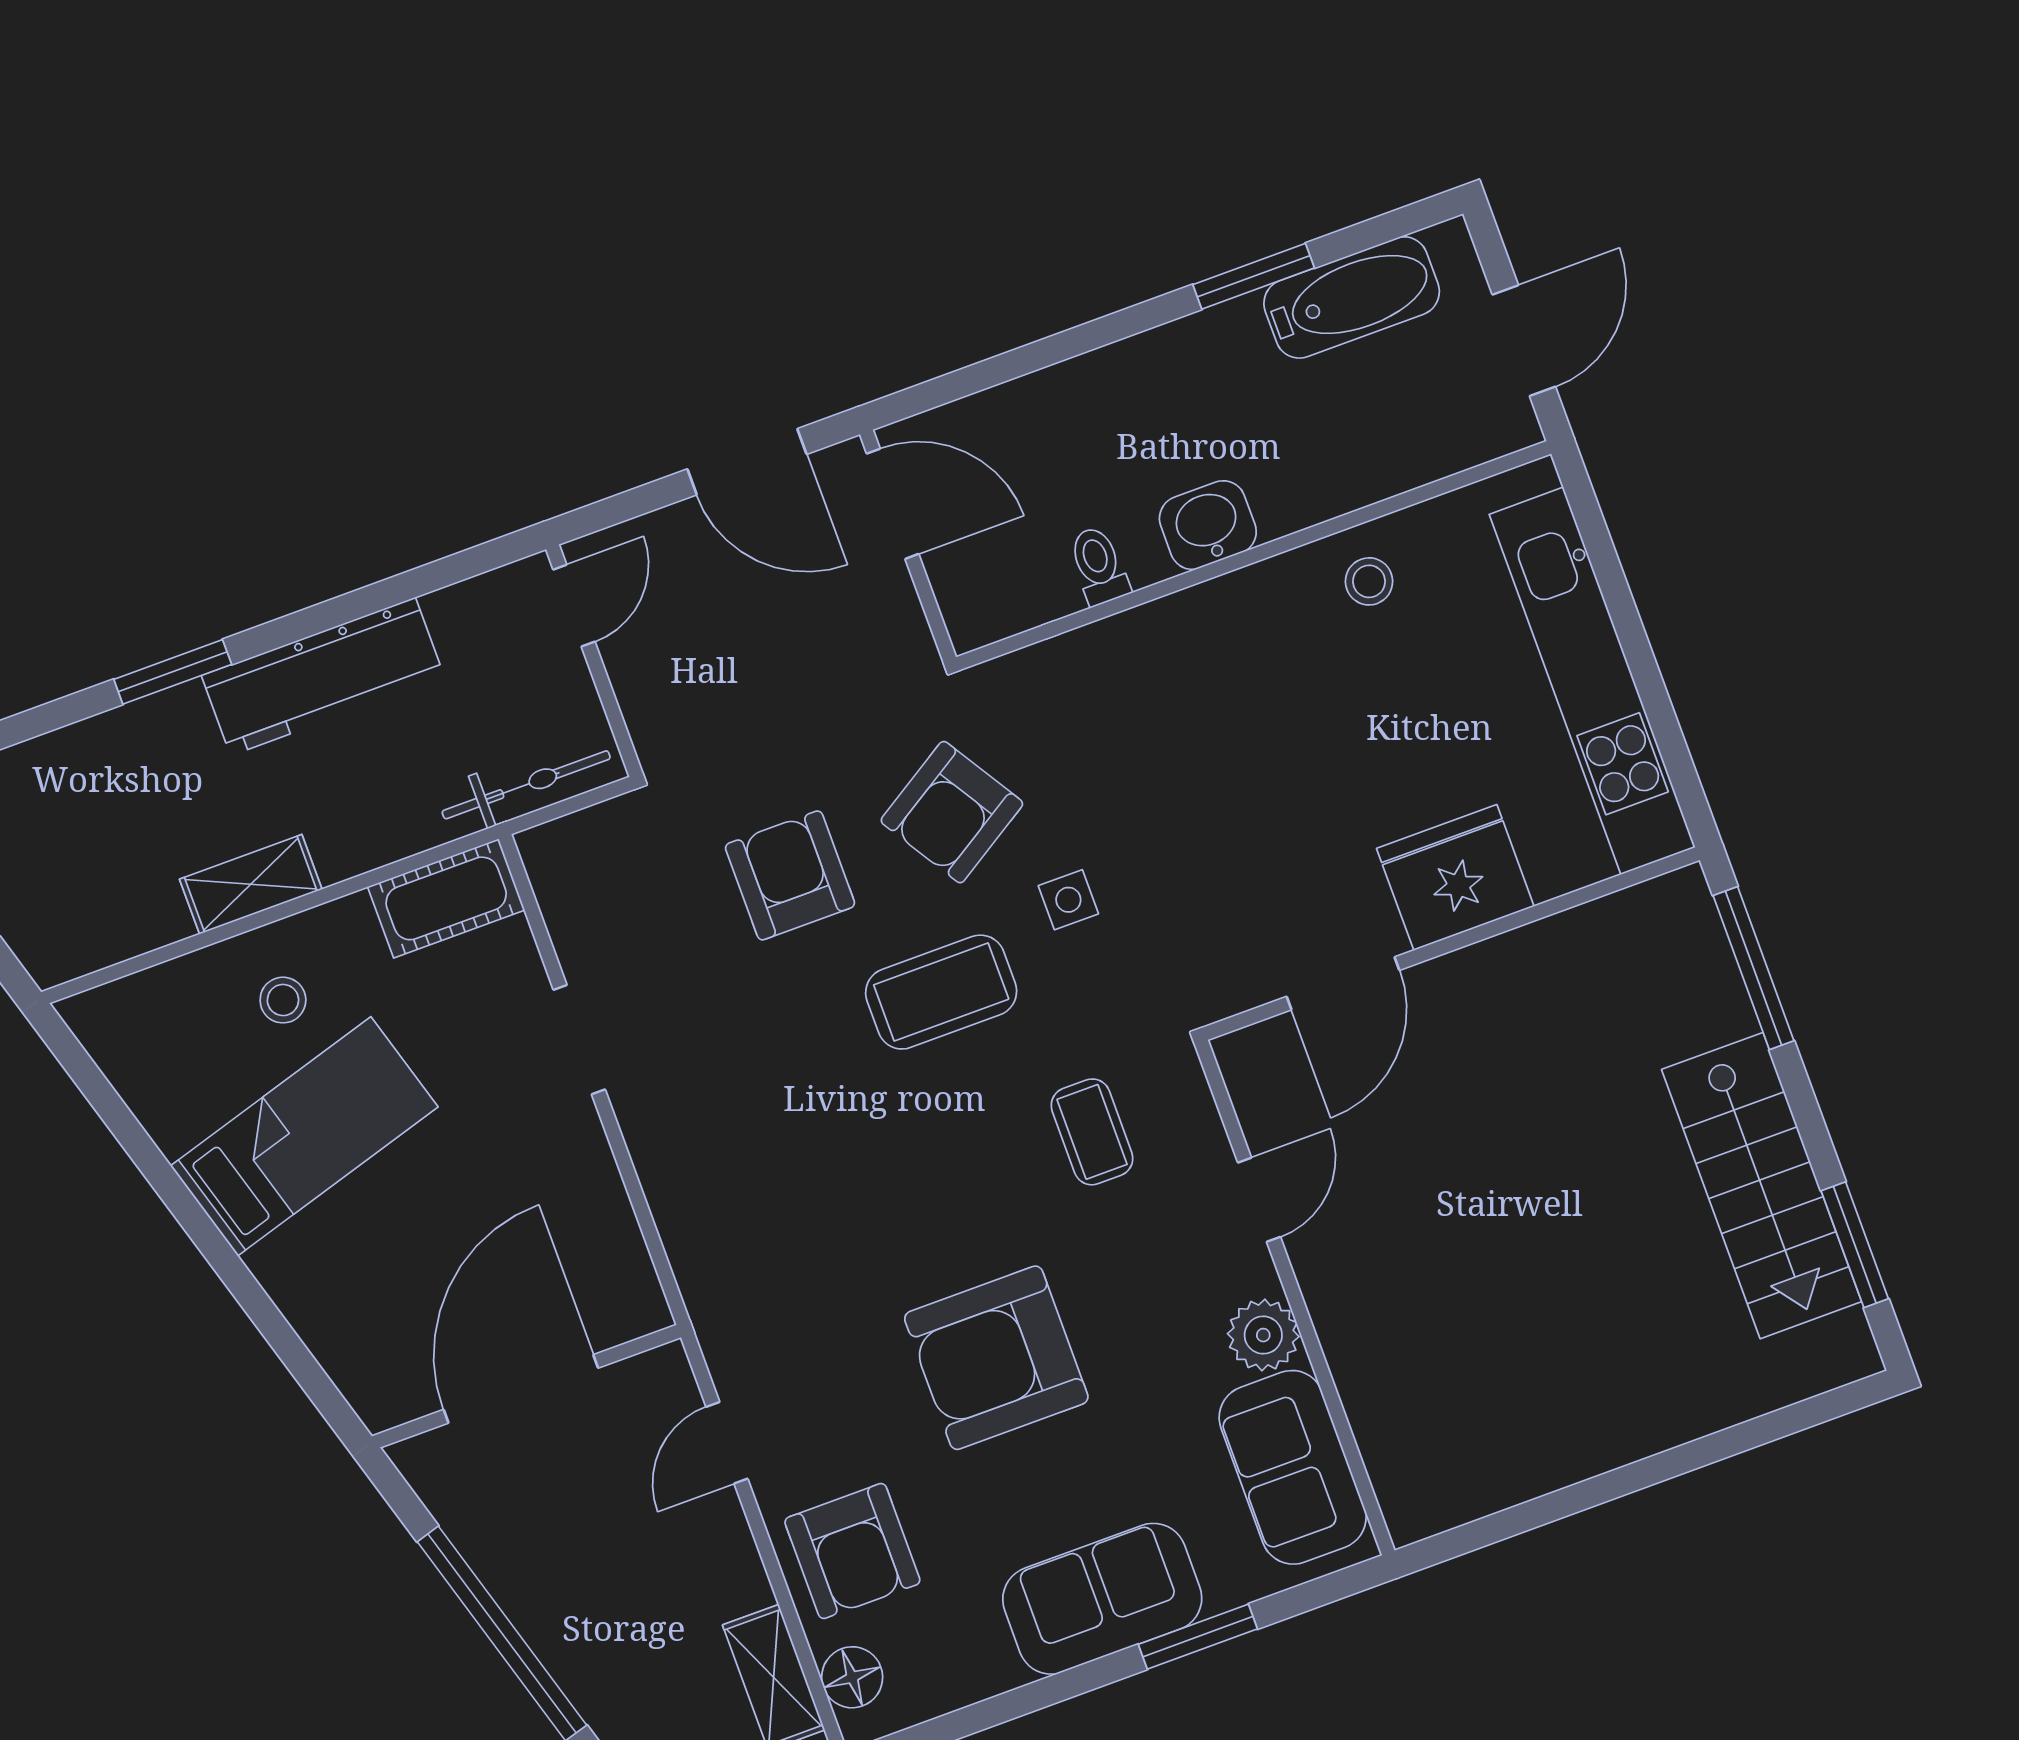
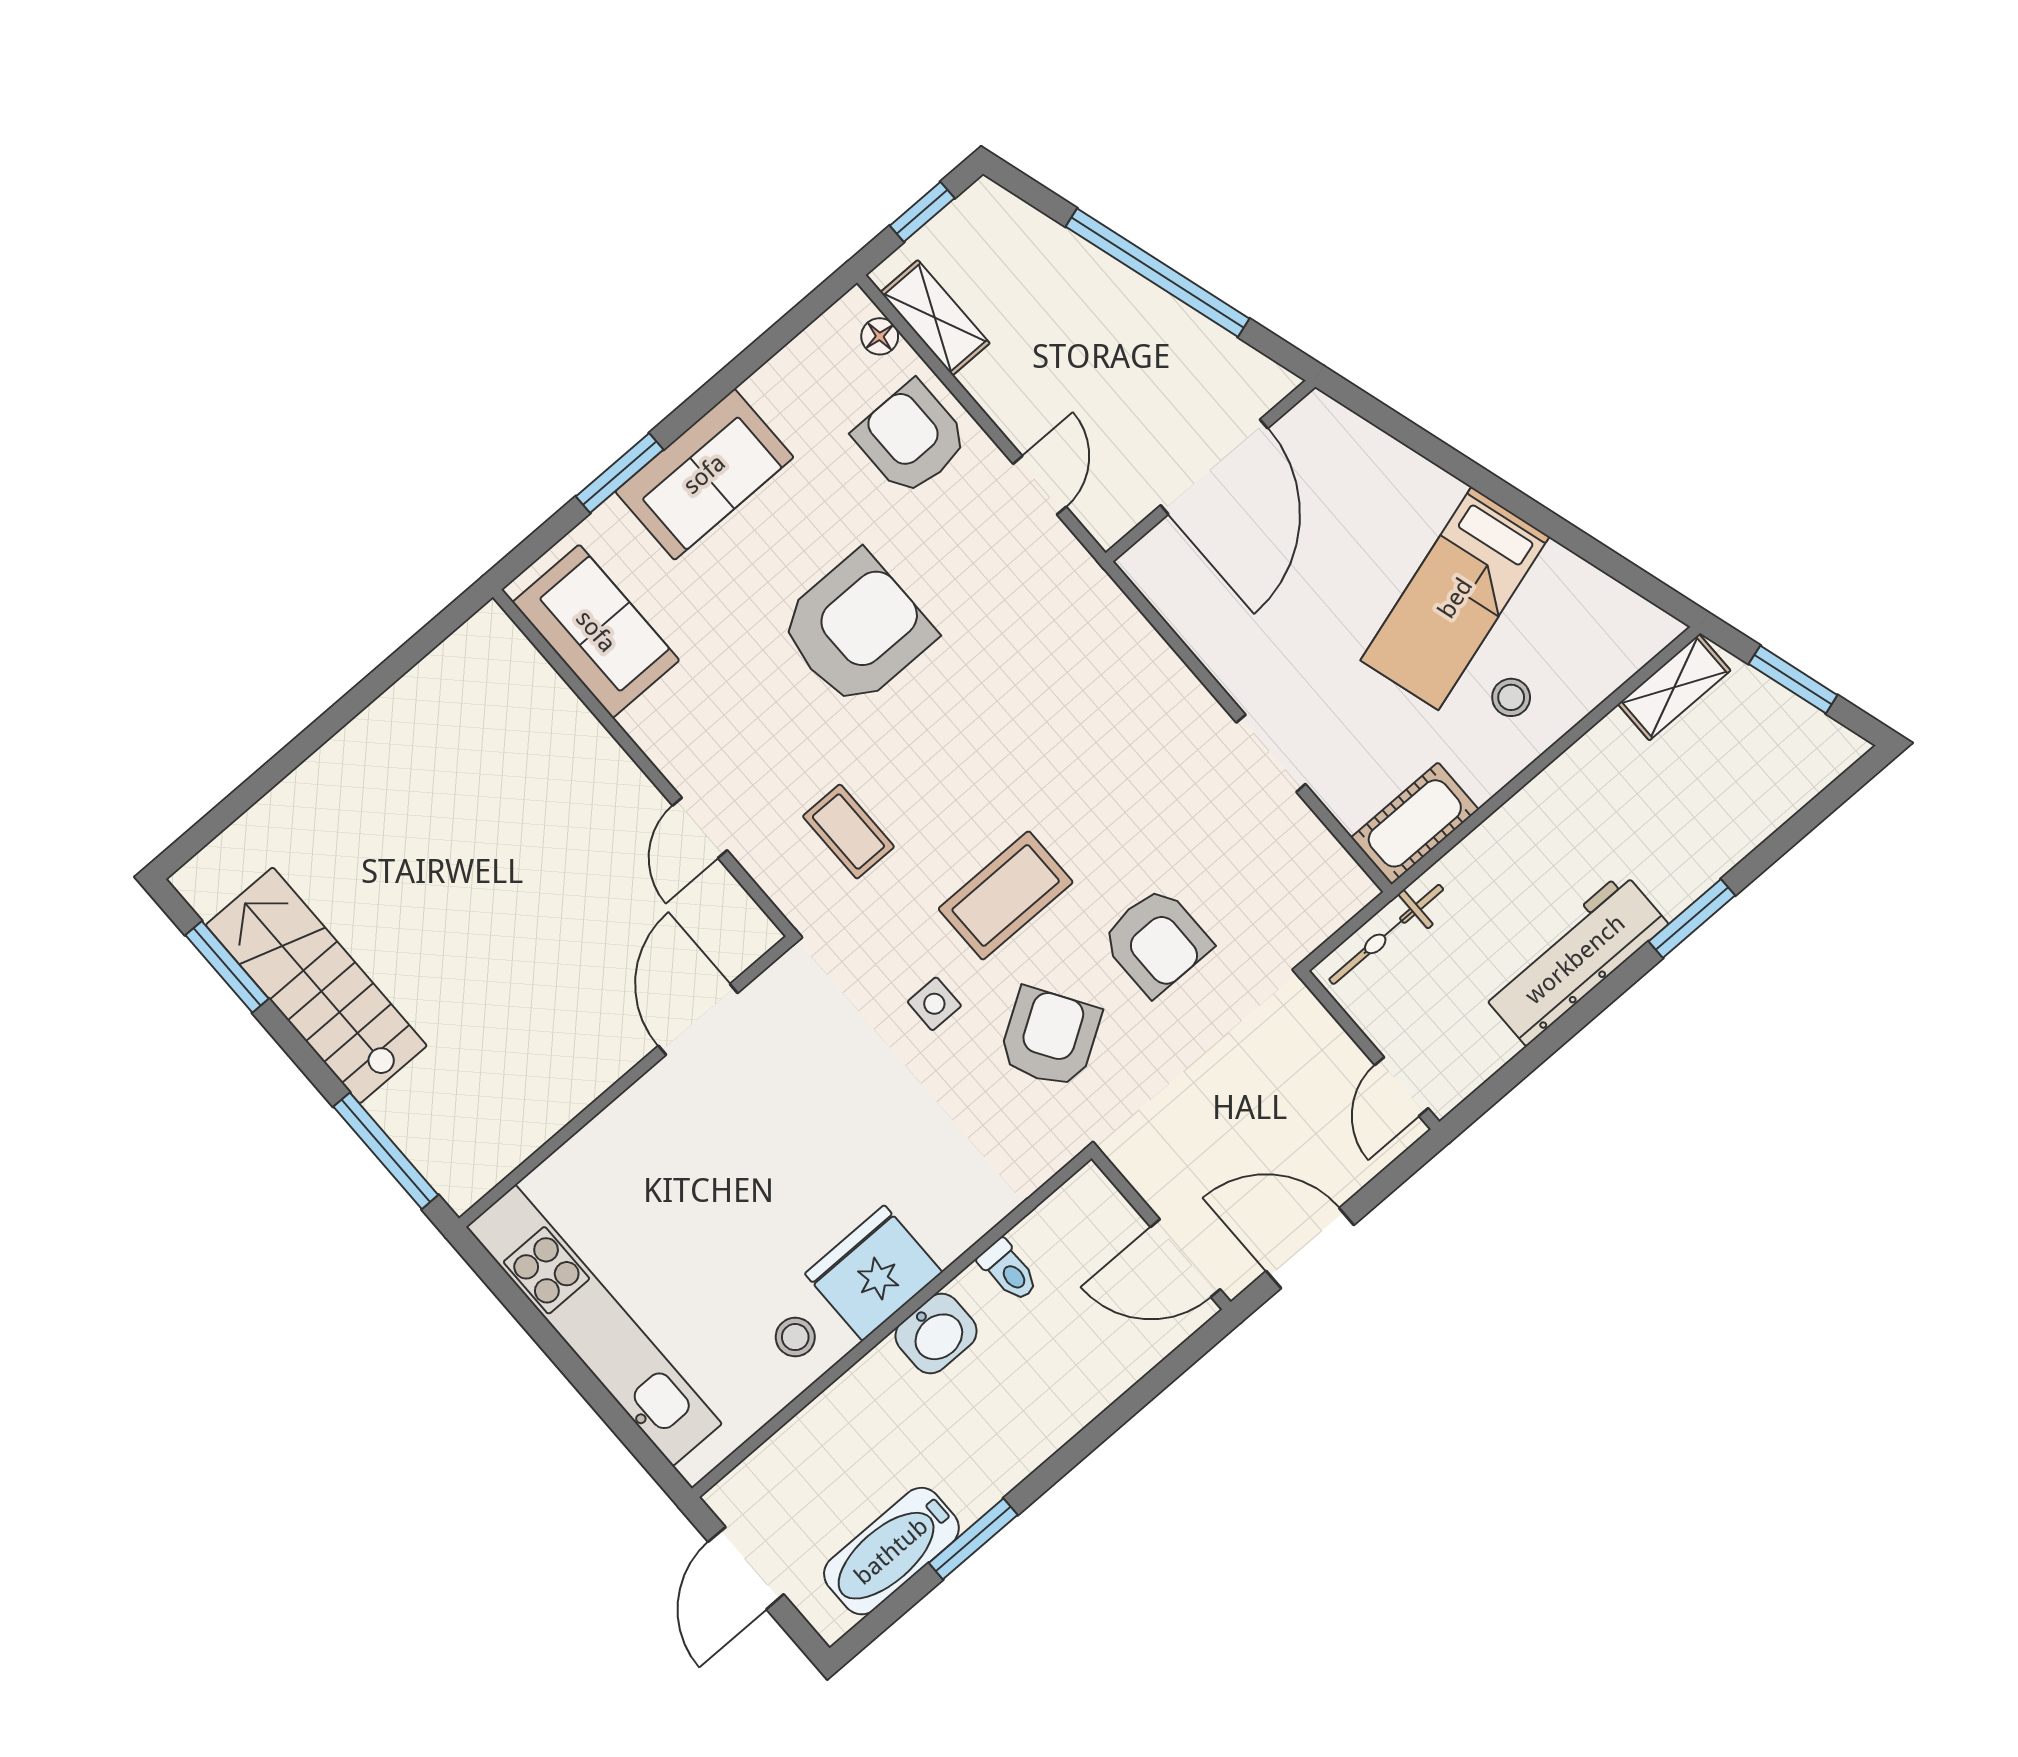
fridge: (1455, 877) -> (873, 1273), moved, turned 180
shelving: (251, 884) -> (1674, 687), moved
plant: (1263, 1335) -> (657, 725), removed
floor lamp: (852, 1677) -> (880, 336), width x0.73, depth x0.73

